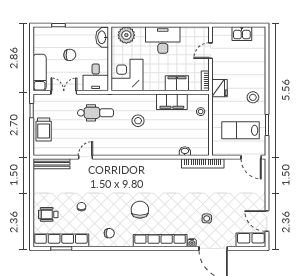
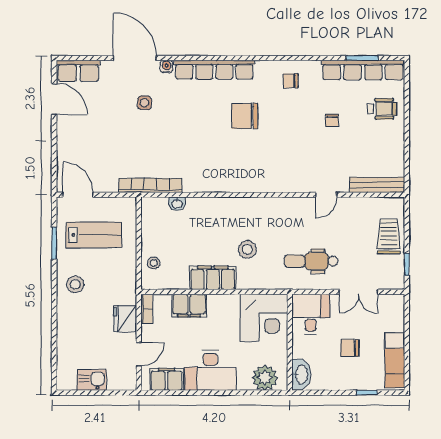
filing cabinet: (192, 34) -> (166, 379), added
exam couch: (40, 72) -> (395, 360), moved
fridge: (220, 88) -> (125, 319), moved
filing cabinet: (172, 102) -> (213, 278), moved
chair: (140, 210) -> (245, 116), turned 90

